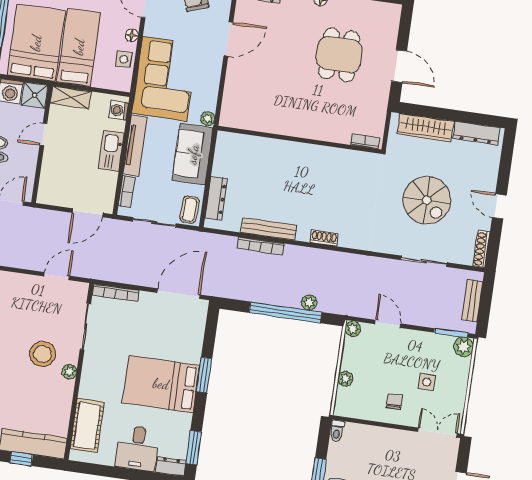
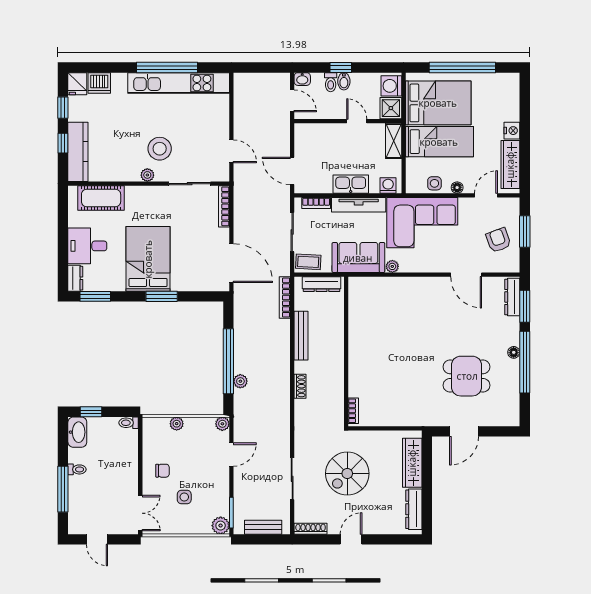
wall: (299, 140) -> (346, 352), moved
bookcase: (365, 141) -> (353, 411), moved
bookcase: (261, 246) -> (285, 298), moved

